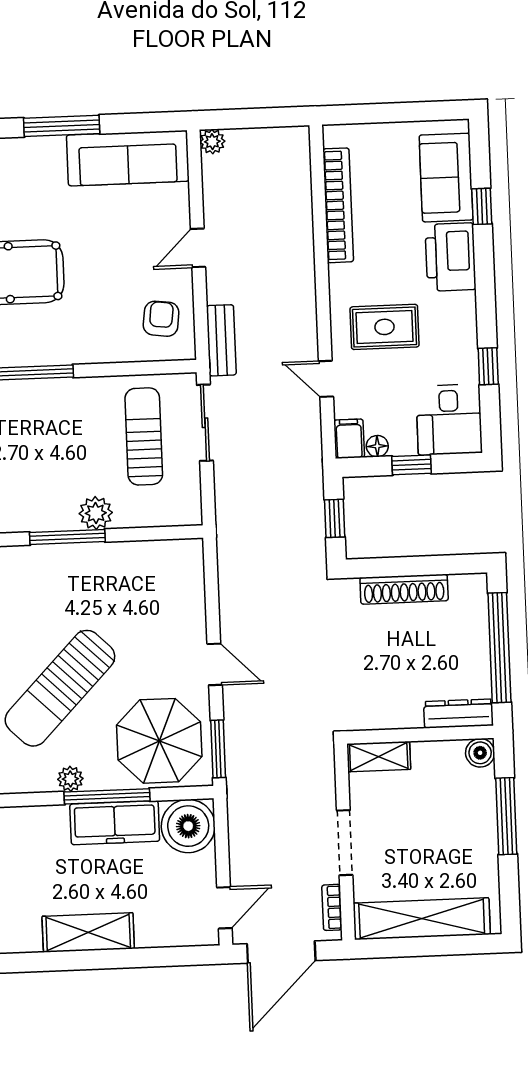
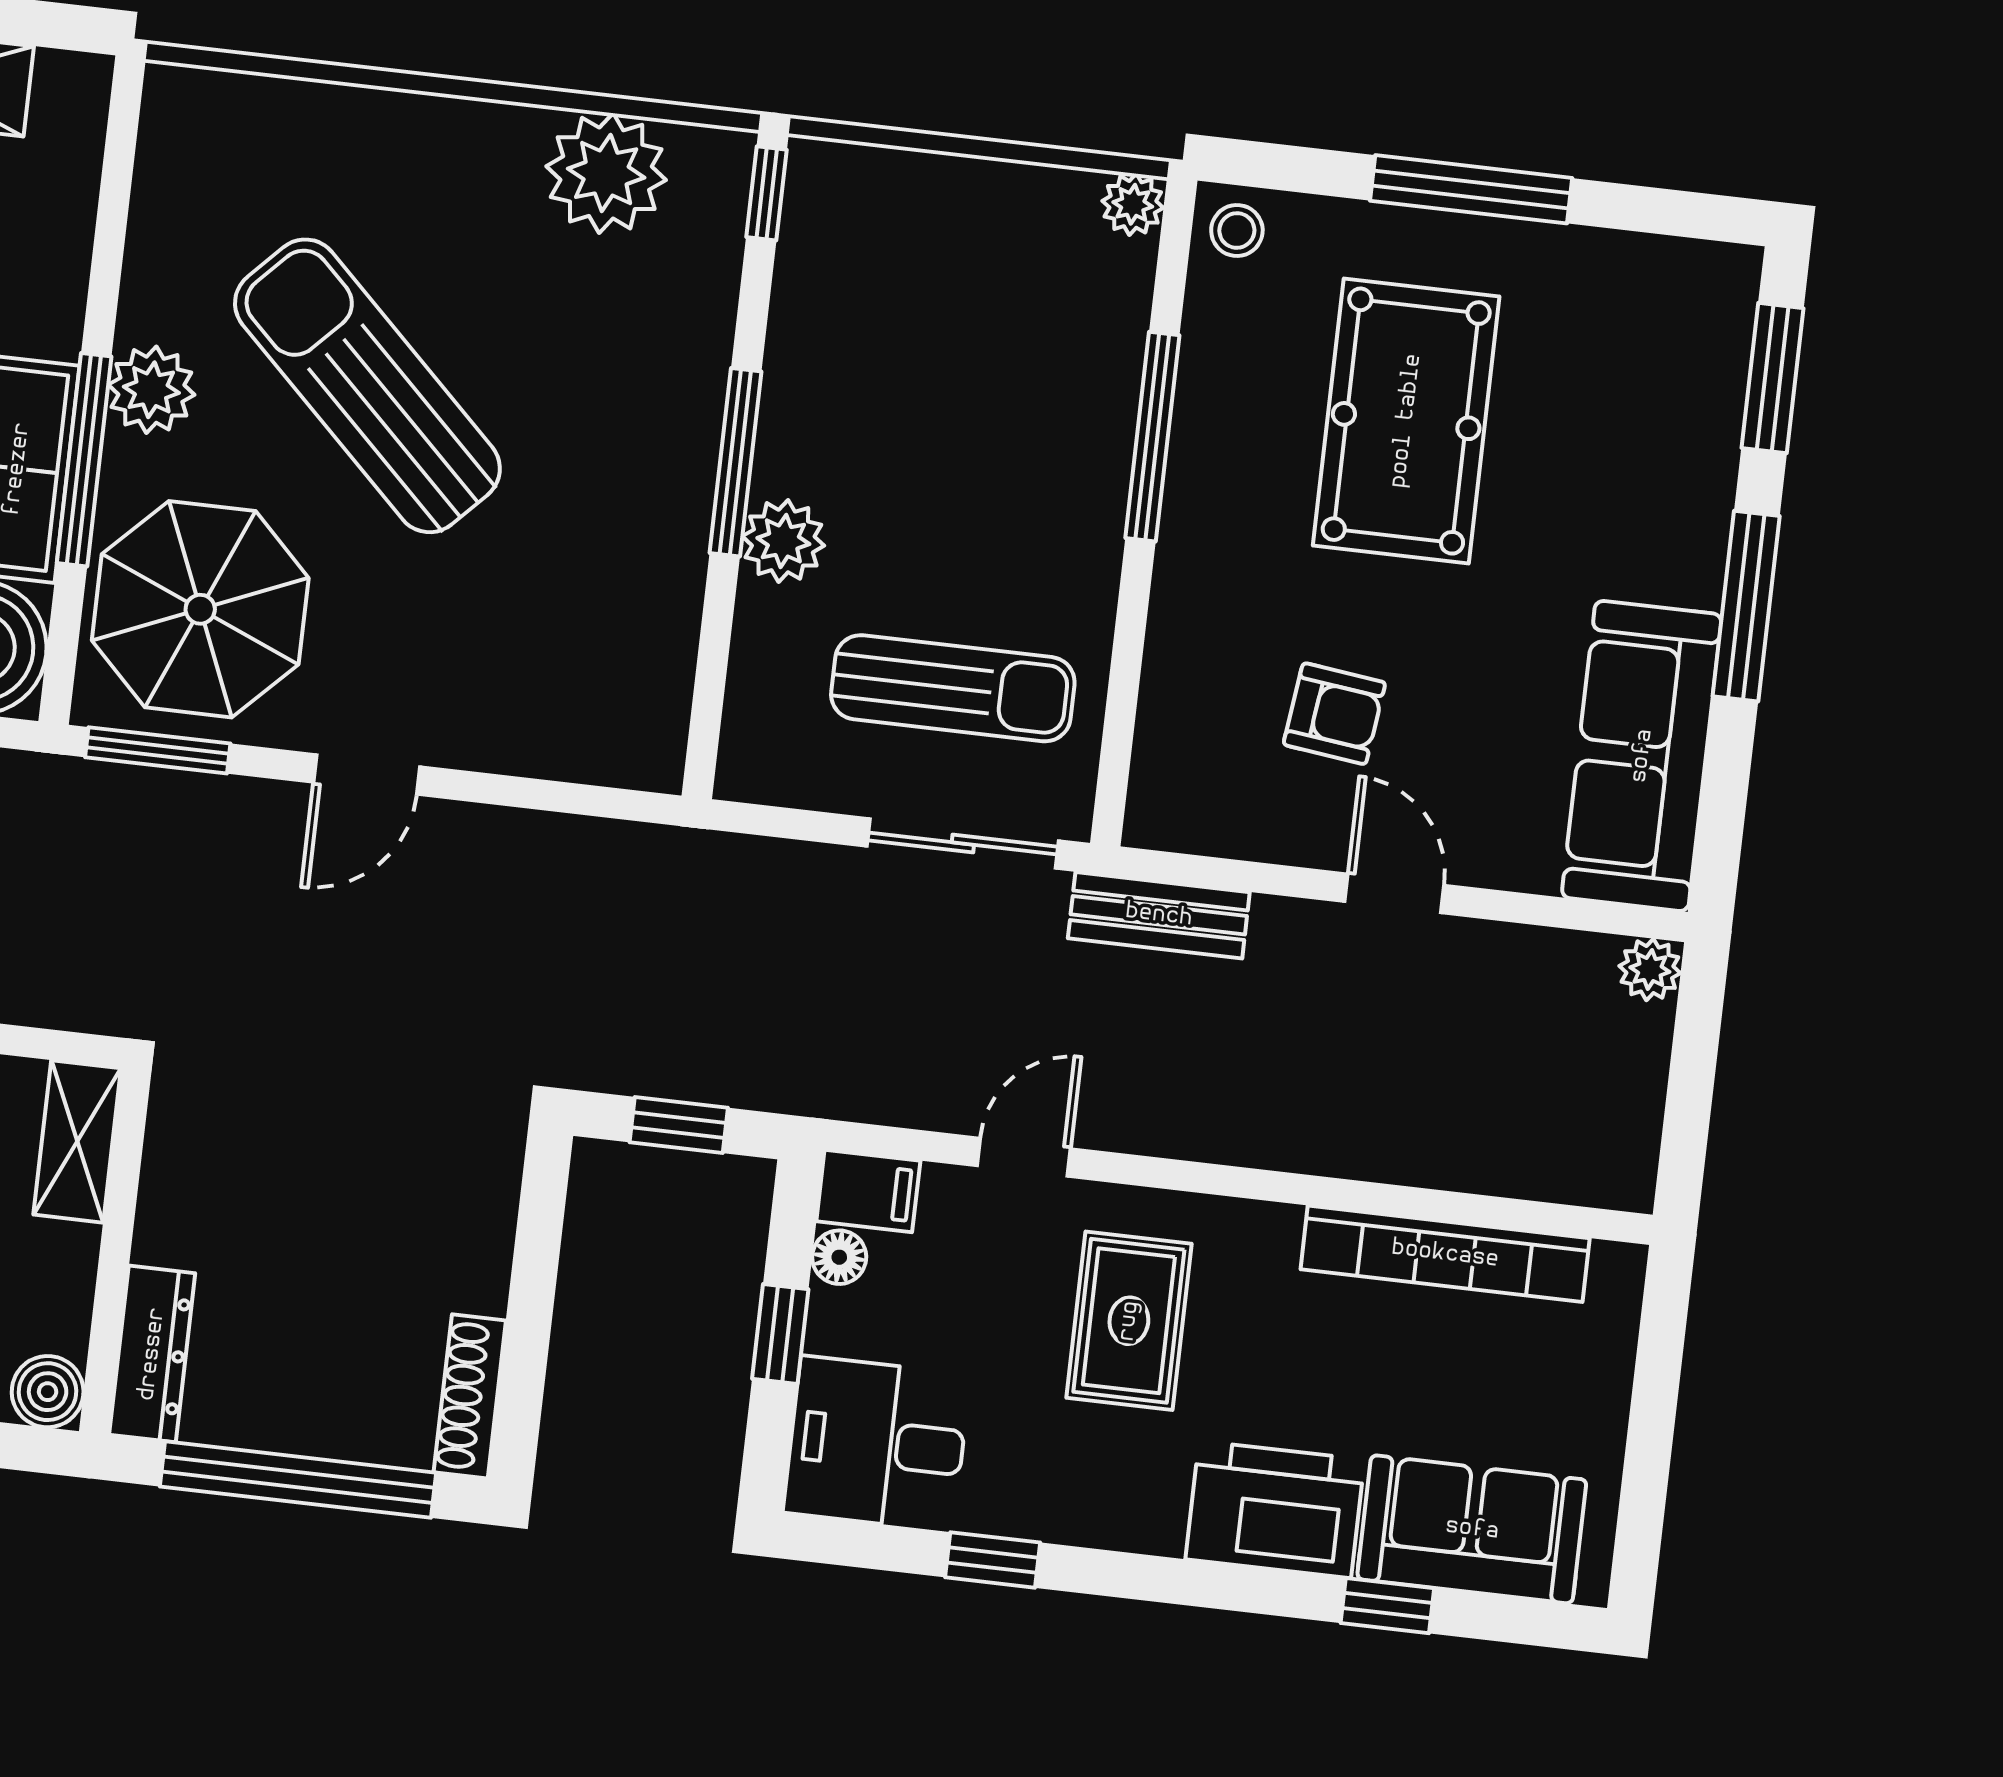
armchair: (161, 319) -> (1334, 714), moved
shoe rack: (404, 589) -> (470, 1396), moved, width x0.74, depth x0.81
plant: (70, 779) -> (151, 390), width x1.38, depth x1.38

